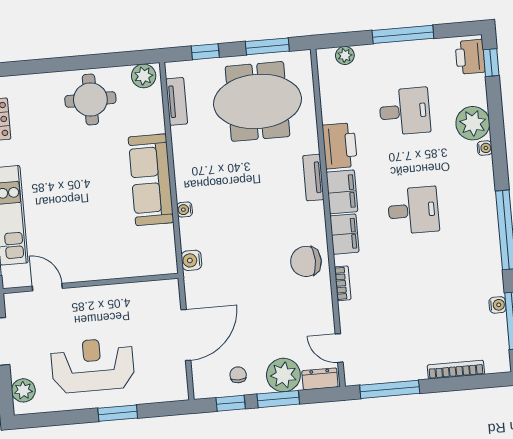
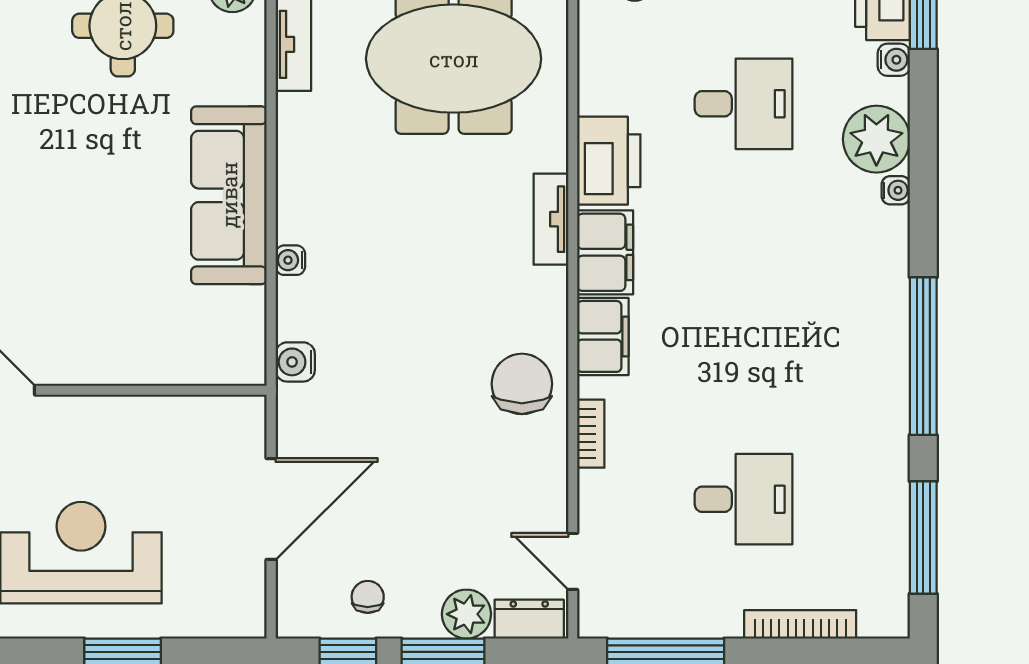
desk: (413, 210) -> (744, 499), moved
chair: (306, 261) -> (522, 384), turned 90
water cooler: (497, 305) -> (894, 60), moved
plant: (283, 375) -> (466, 614), width x0.73, depth x0.73

